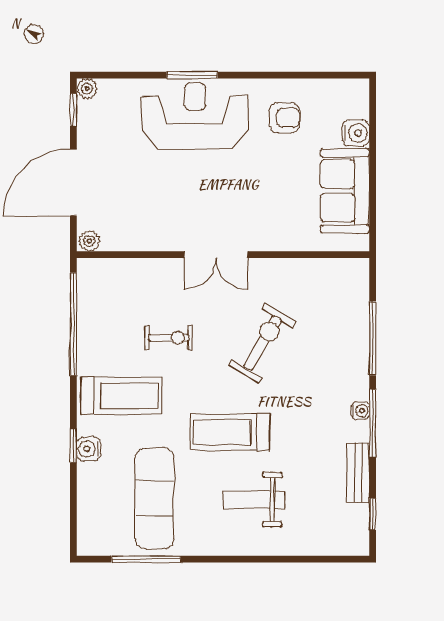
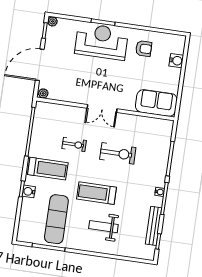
sofa: (345, 191) -> (156, 103), moved, turned 90
exercise bike: (262, 343) -> (118, 153), turned 59
bench: (358, 472) -> (154, 226), width x1.36

